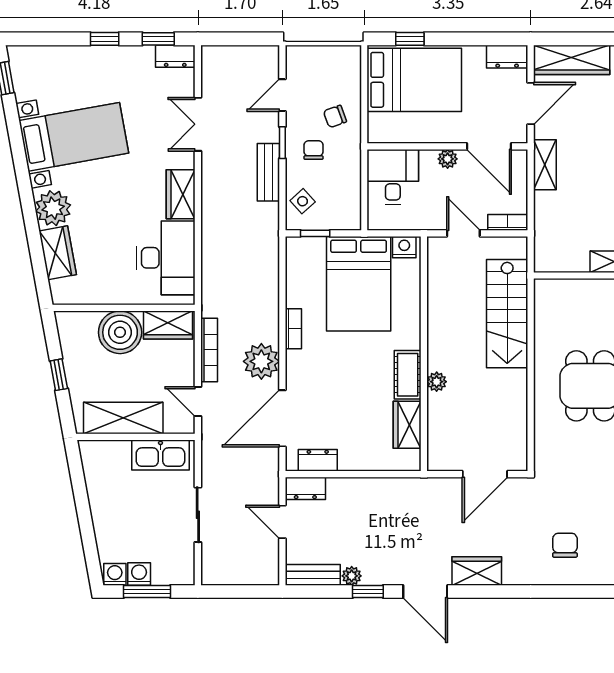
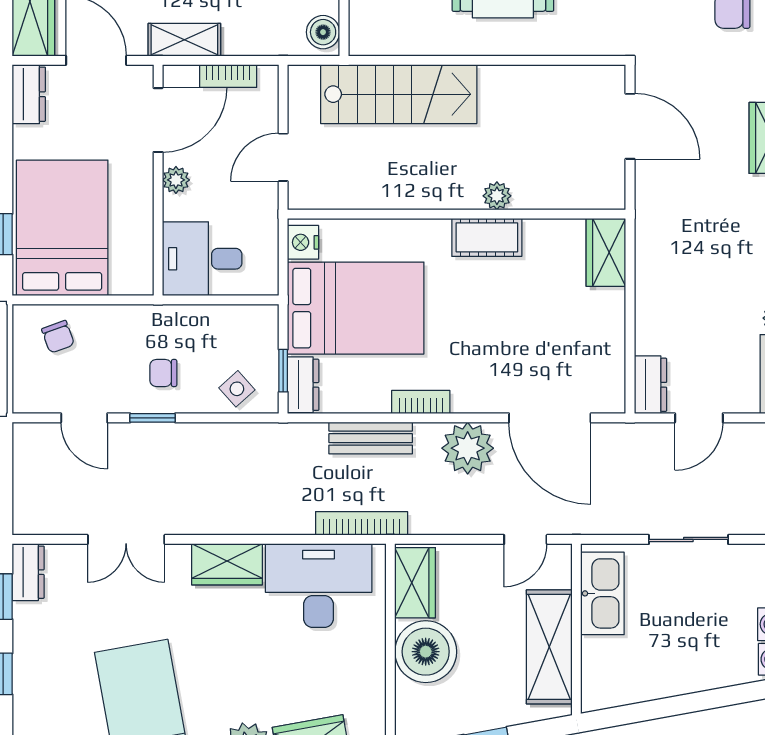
chair: (335, 116) -> (58, 337), moved
bench: (268, 172) -> (371, 438), moved
bookcase: (508, 222) -> (228, 76), moved, turned -90
boiler: (550, 261) -> (323, 32), added
bookcase: (209, 350) -> (362, 523), moved
wardrobe: (407, 425) -> (606, 252), moved, turned 90
dresser: (318, 460) -> (303, 385), moved, turned 180

